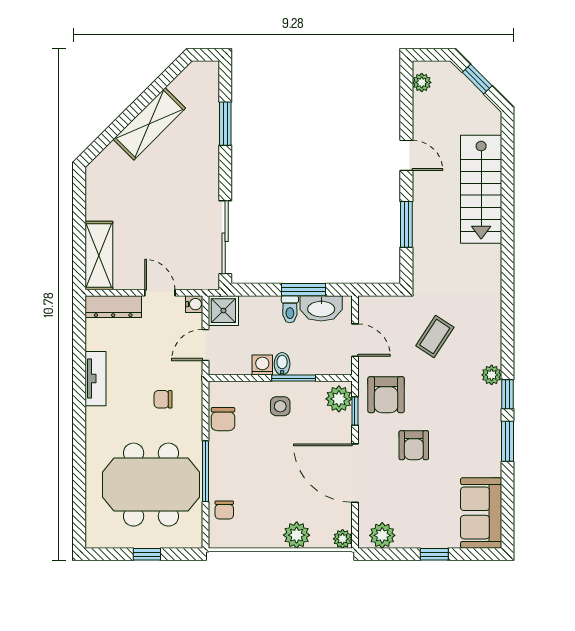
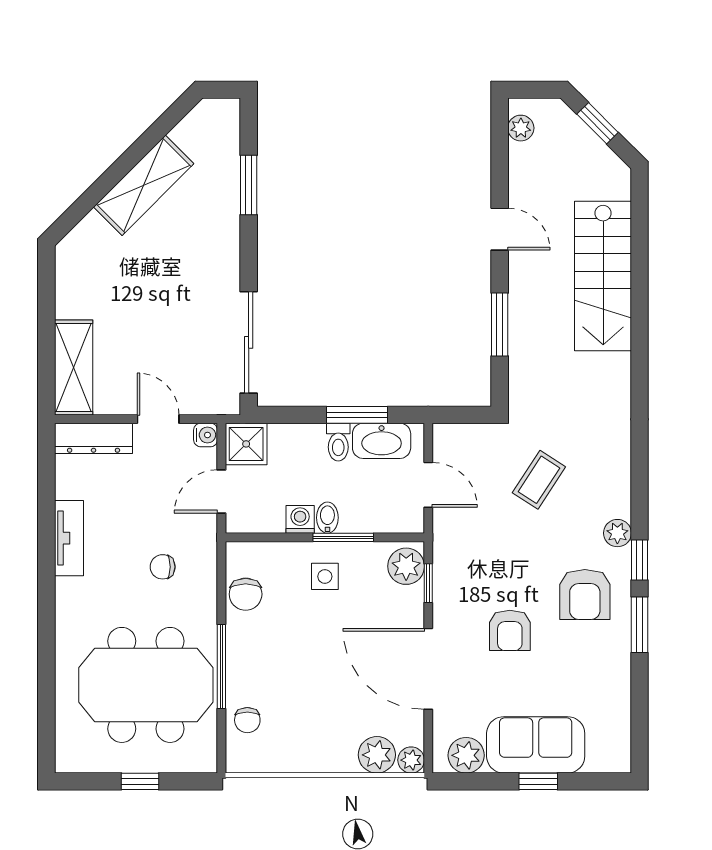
armchair: (386, 395) -> (585, 594), moved
sofa: (481, 513) -> (536, 745), moved, turned 90
plant: (297, 535) -> (377, 755), moved

